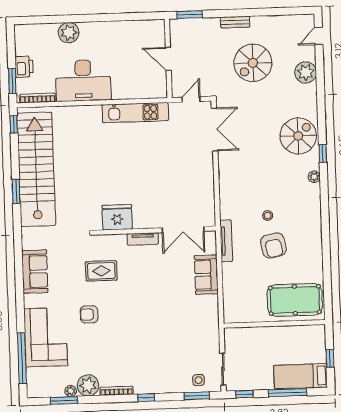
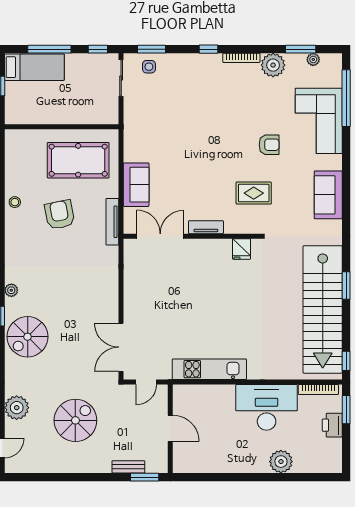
bench: (235, 22) -> (128, 467), moved
stool: (268, 215) -> (15, 202), moved
fridge: (117, 217) -> (242, 249), width x0.53, depth x0.75
pool table: (295, 300) -> (78, 160), moved
plant: (71, 391) -> (313, 59), moved

